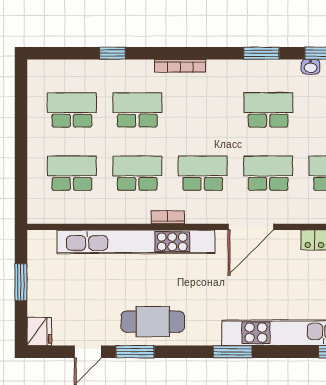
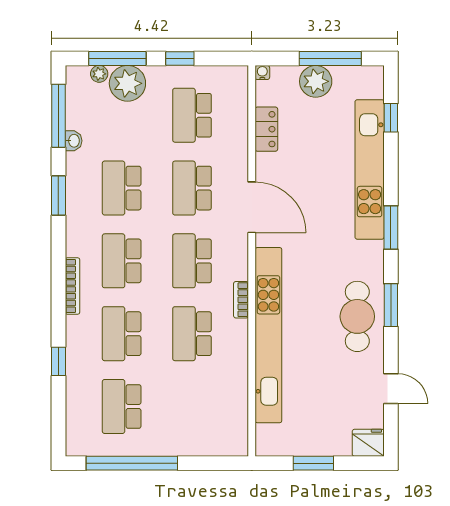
window: (21, 119) -> (132, 463), added
school desk: (72, 173) -> (122, 261), moved
window: (135, 352) -> (391, 305), moved

